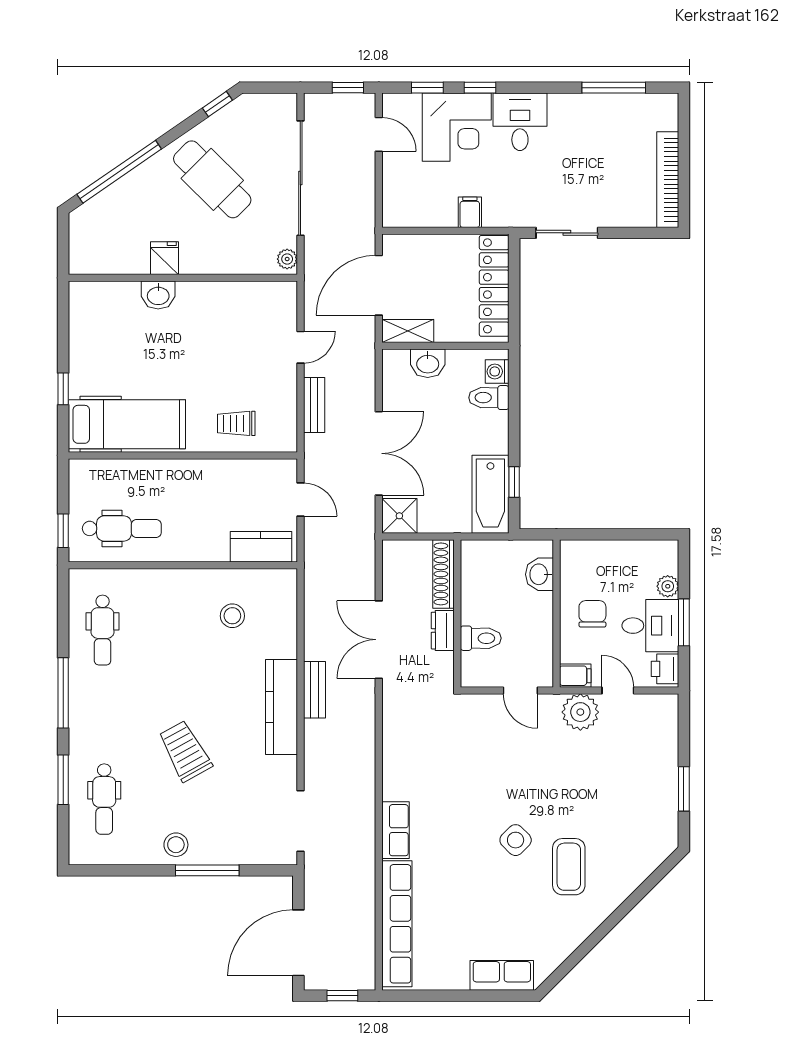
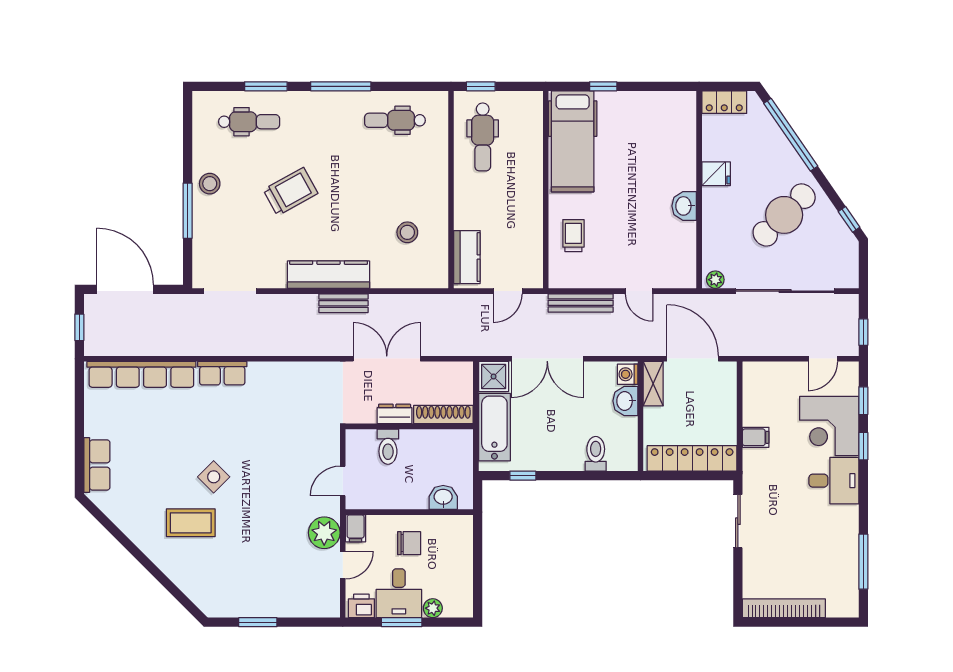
locker: (82, 249) -> (724, 102), added
washbasin: (158, 295) -> (684, 206), moved
washing machine: (497, 371) -> (628, 374), moved, turned -90
bench: (314, 405) -> (581, 303), width x1.36
bathtub: (490, 494) -> (494, 427), moved, turned 90
dental chair: (104, 799) -> (249, 122), turned 180

